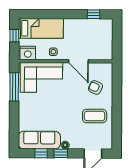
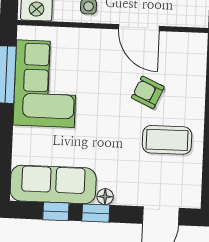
corner sofa: (41, 77) -> (45, 84), moved, turned -90
armchair: (96, 87) -> (148, 92), moved

